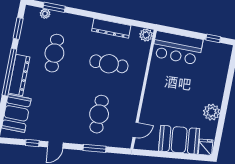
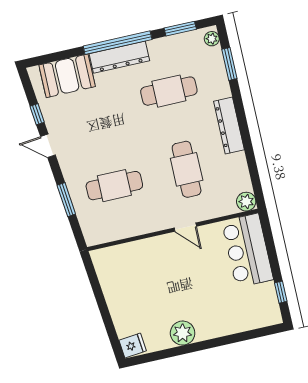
plant: (45, 14) -> (212, 39), moved
dresser: (111, 28) -> (229, 125), moved
door: (136, 130) -> (185, 227), moved
booth: (179, 140) -> (127, 306), removed

